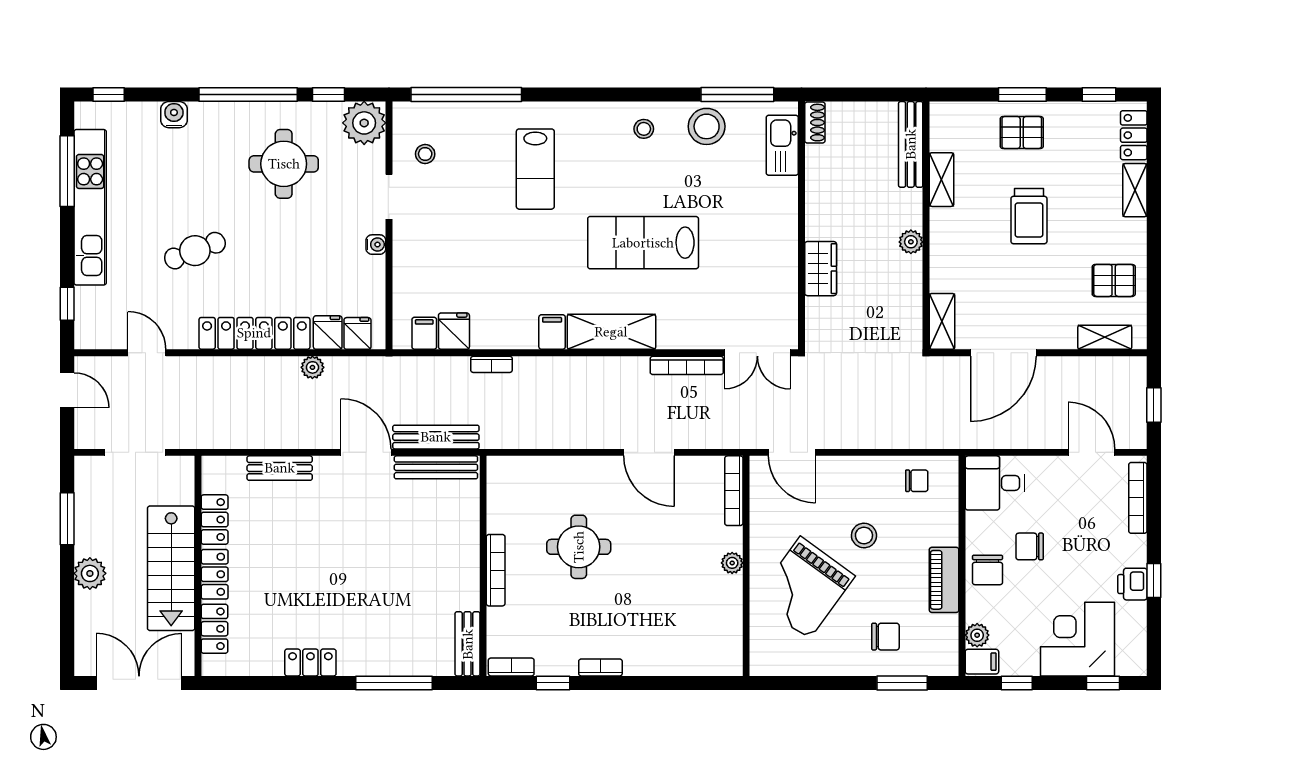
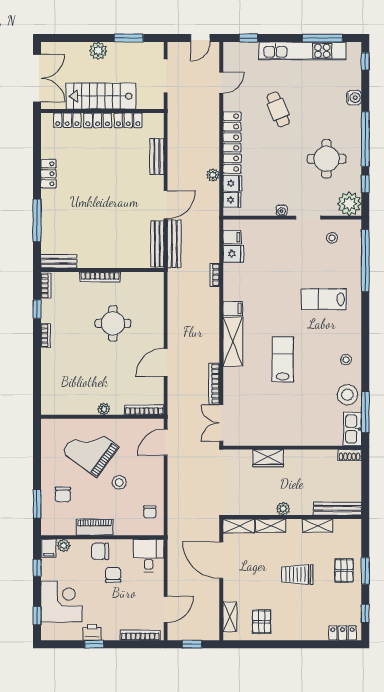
kitchen sink: (782, 145) -> (352, 429), moved, turned -90
shelving: (1135, 190) -> (270, 526), moved
lab bench: (643, 243) -> (283, 359), width x0.73, depth x0.72

